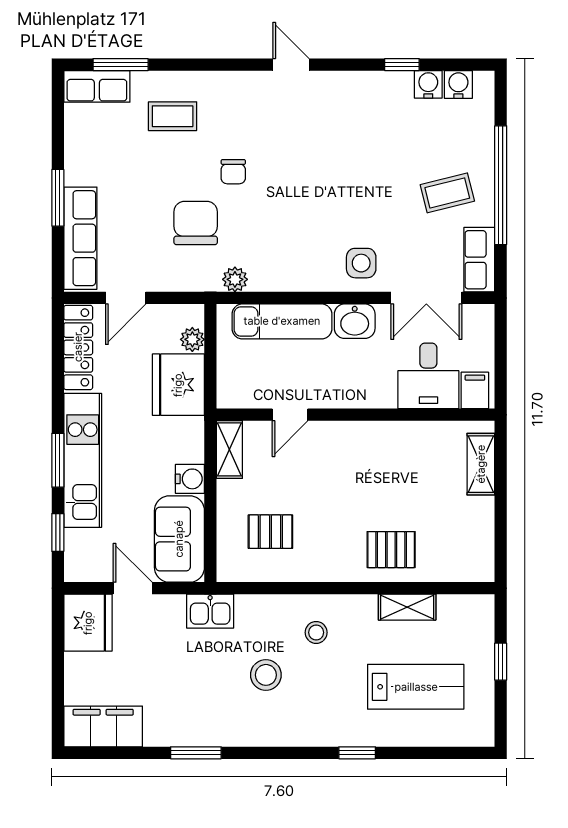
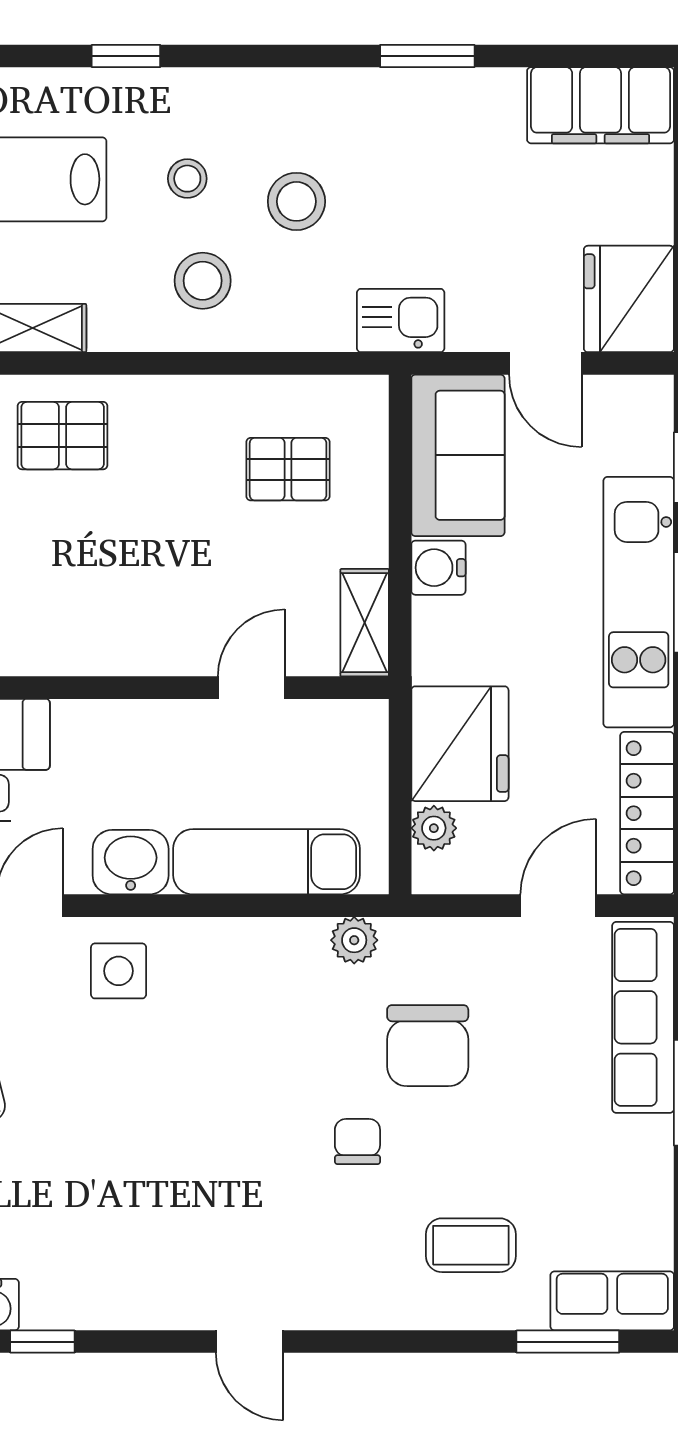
stool: (316, 632) -> (203, 281), width x1.37, depth x1.37
stool: (324, 687) -> (187, 179), added

